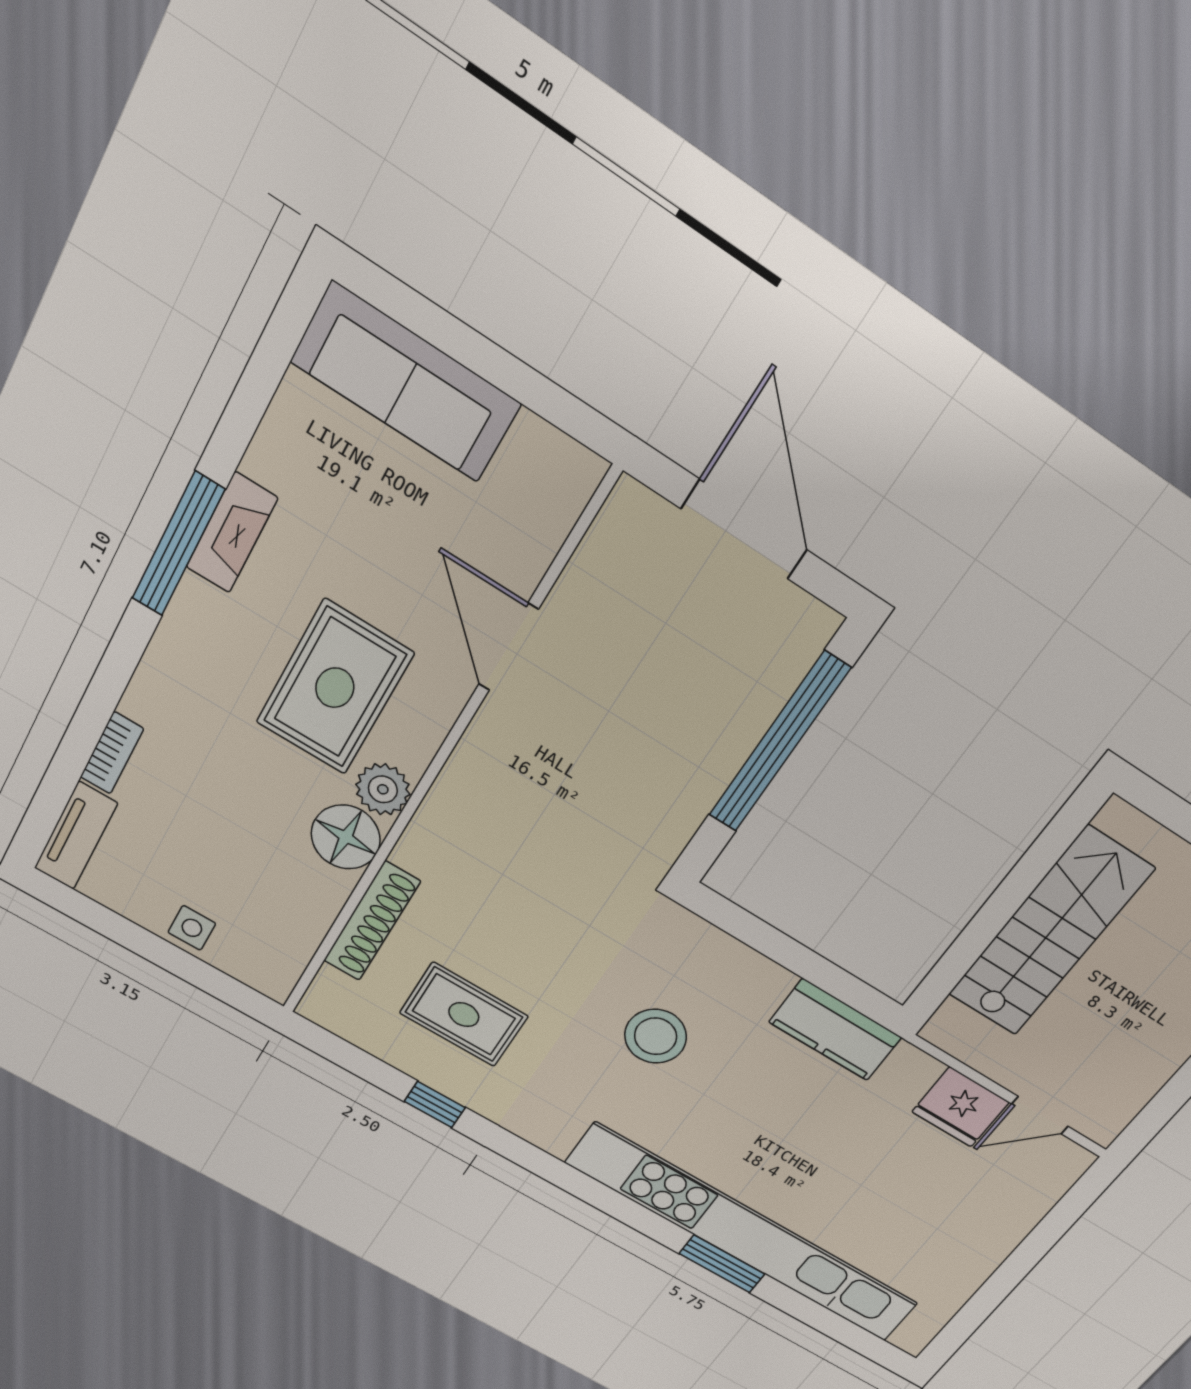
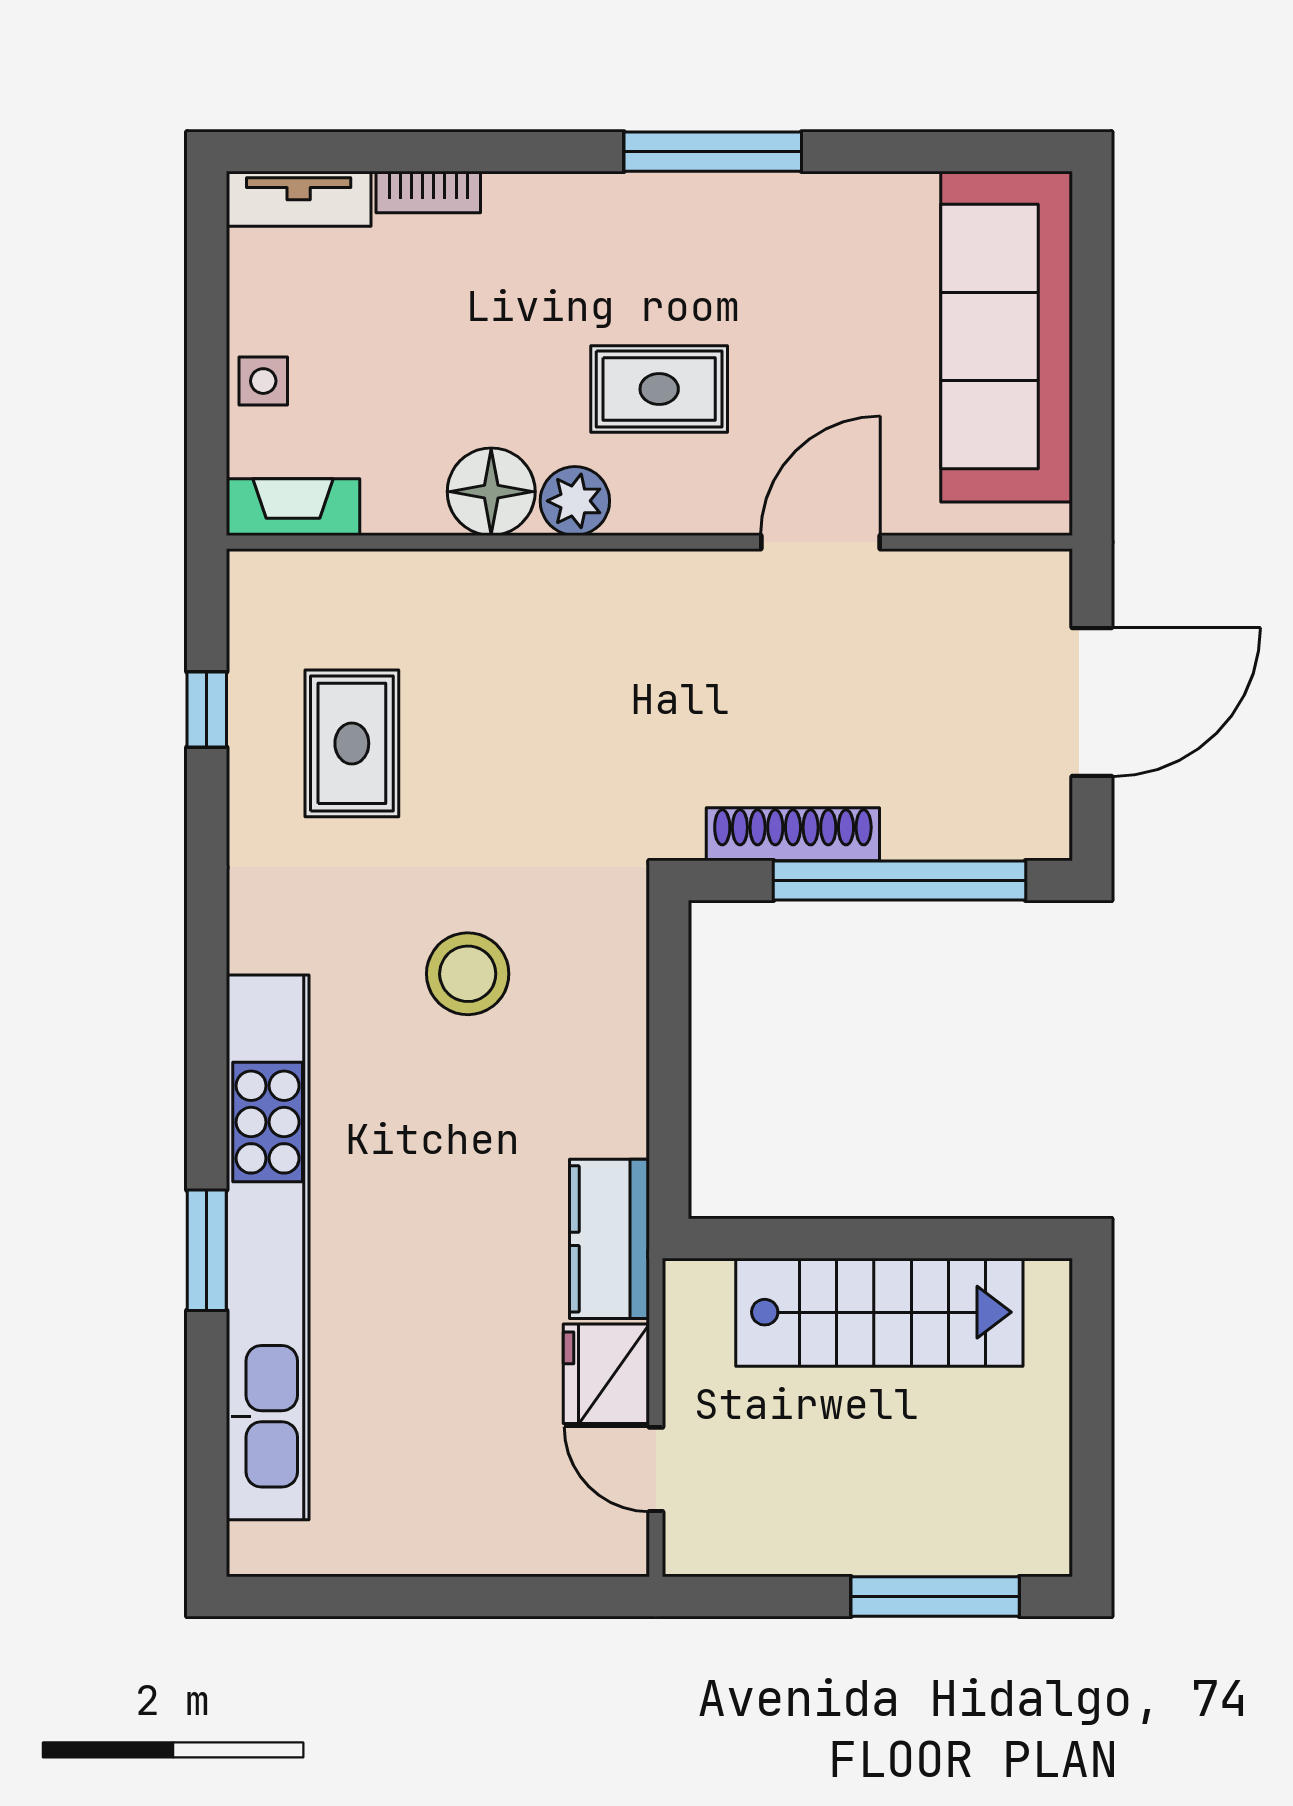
sofa: (406, 383) -> (1007, 337), width x1.36, depth x1.27
fireplace: (232, 533) -> (293, 507), moved, turned 180
rug: (335, 688) -> (659, 389), width x0.73, depth x0.70
shoe rack: (372, 921) -> (793, 834), moved, turned 180
kitchen counter: (835, 1030) -> (609, 1239), moved
window: (435, 1104) -> (207, 709), moved

